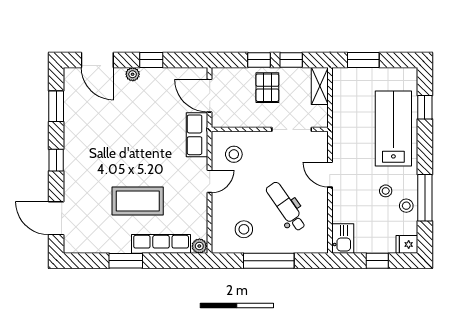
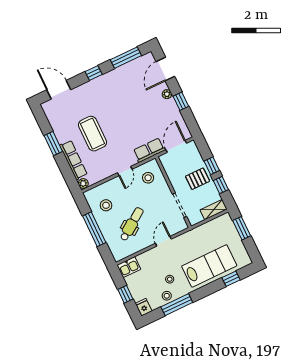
window: (56, 106) -> (126, 58), width x1.44
door: (210, 181) -> (125, 171), hinge flipped
door: (56, 218) -> (59, 90), hinge flipped

